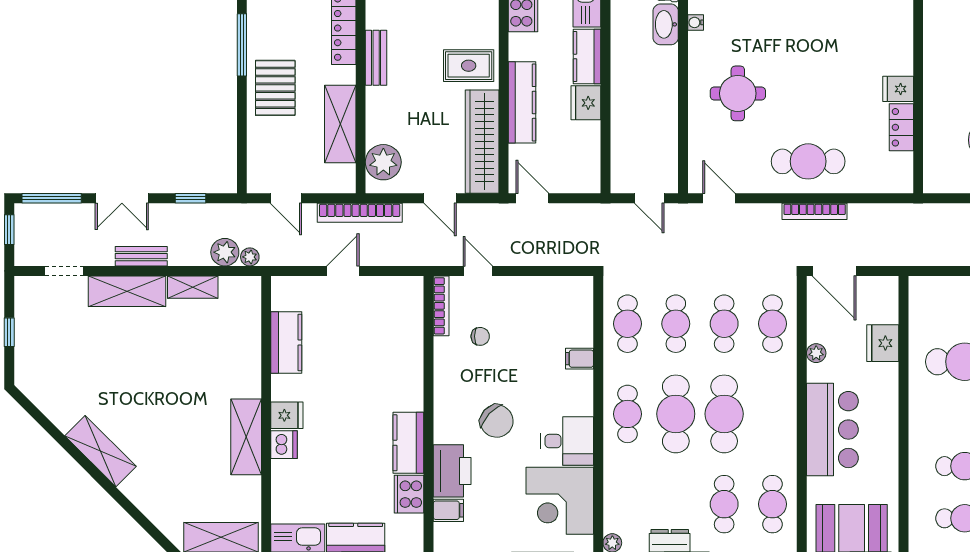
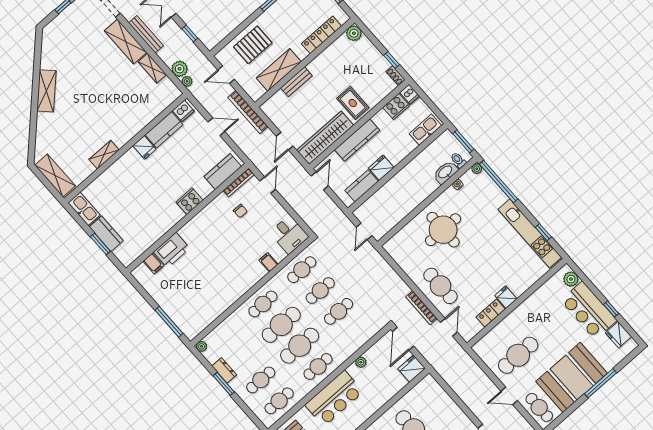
kitchen counter: (587, 56) -> (362, 186), moved
bench: (376, 58) -> (296, 82), moved
pallet: (275, 88) -> (253, 45), moved
round table: (738, 93) -> (443, 230), width x1.36, depth x1.36
plant: (383, 162) -> (279, 103), removed
door: (286, 198) -> (226, 75), hinge flipped
door: (719, 198) -> (449, 327), moved
bench: (141, 256) -> (146, 34), width x1.36
cafe table: (772, 324) -> (318, 366), moved
fridge: (883, 343) -> (412, 369), moved
fridge: (287, 415) -> (144, 147), moved
chair: (497, 421) -> (210, 250), removed
shelving: (246, 437) -> (104, 155), width x0.67, depth x0.75
desk: (567, 441) -> (289, 235), moved
kitchen counter: (408, 443) -> (223, 171), moved
dishwasher: (284, 445) -> (183, 111), moved
cooker: (409, 494) -> (190, 201), moved
corner desk: (560, 501) -> (200, 308), removed

